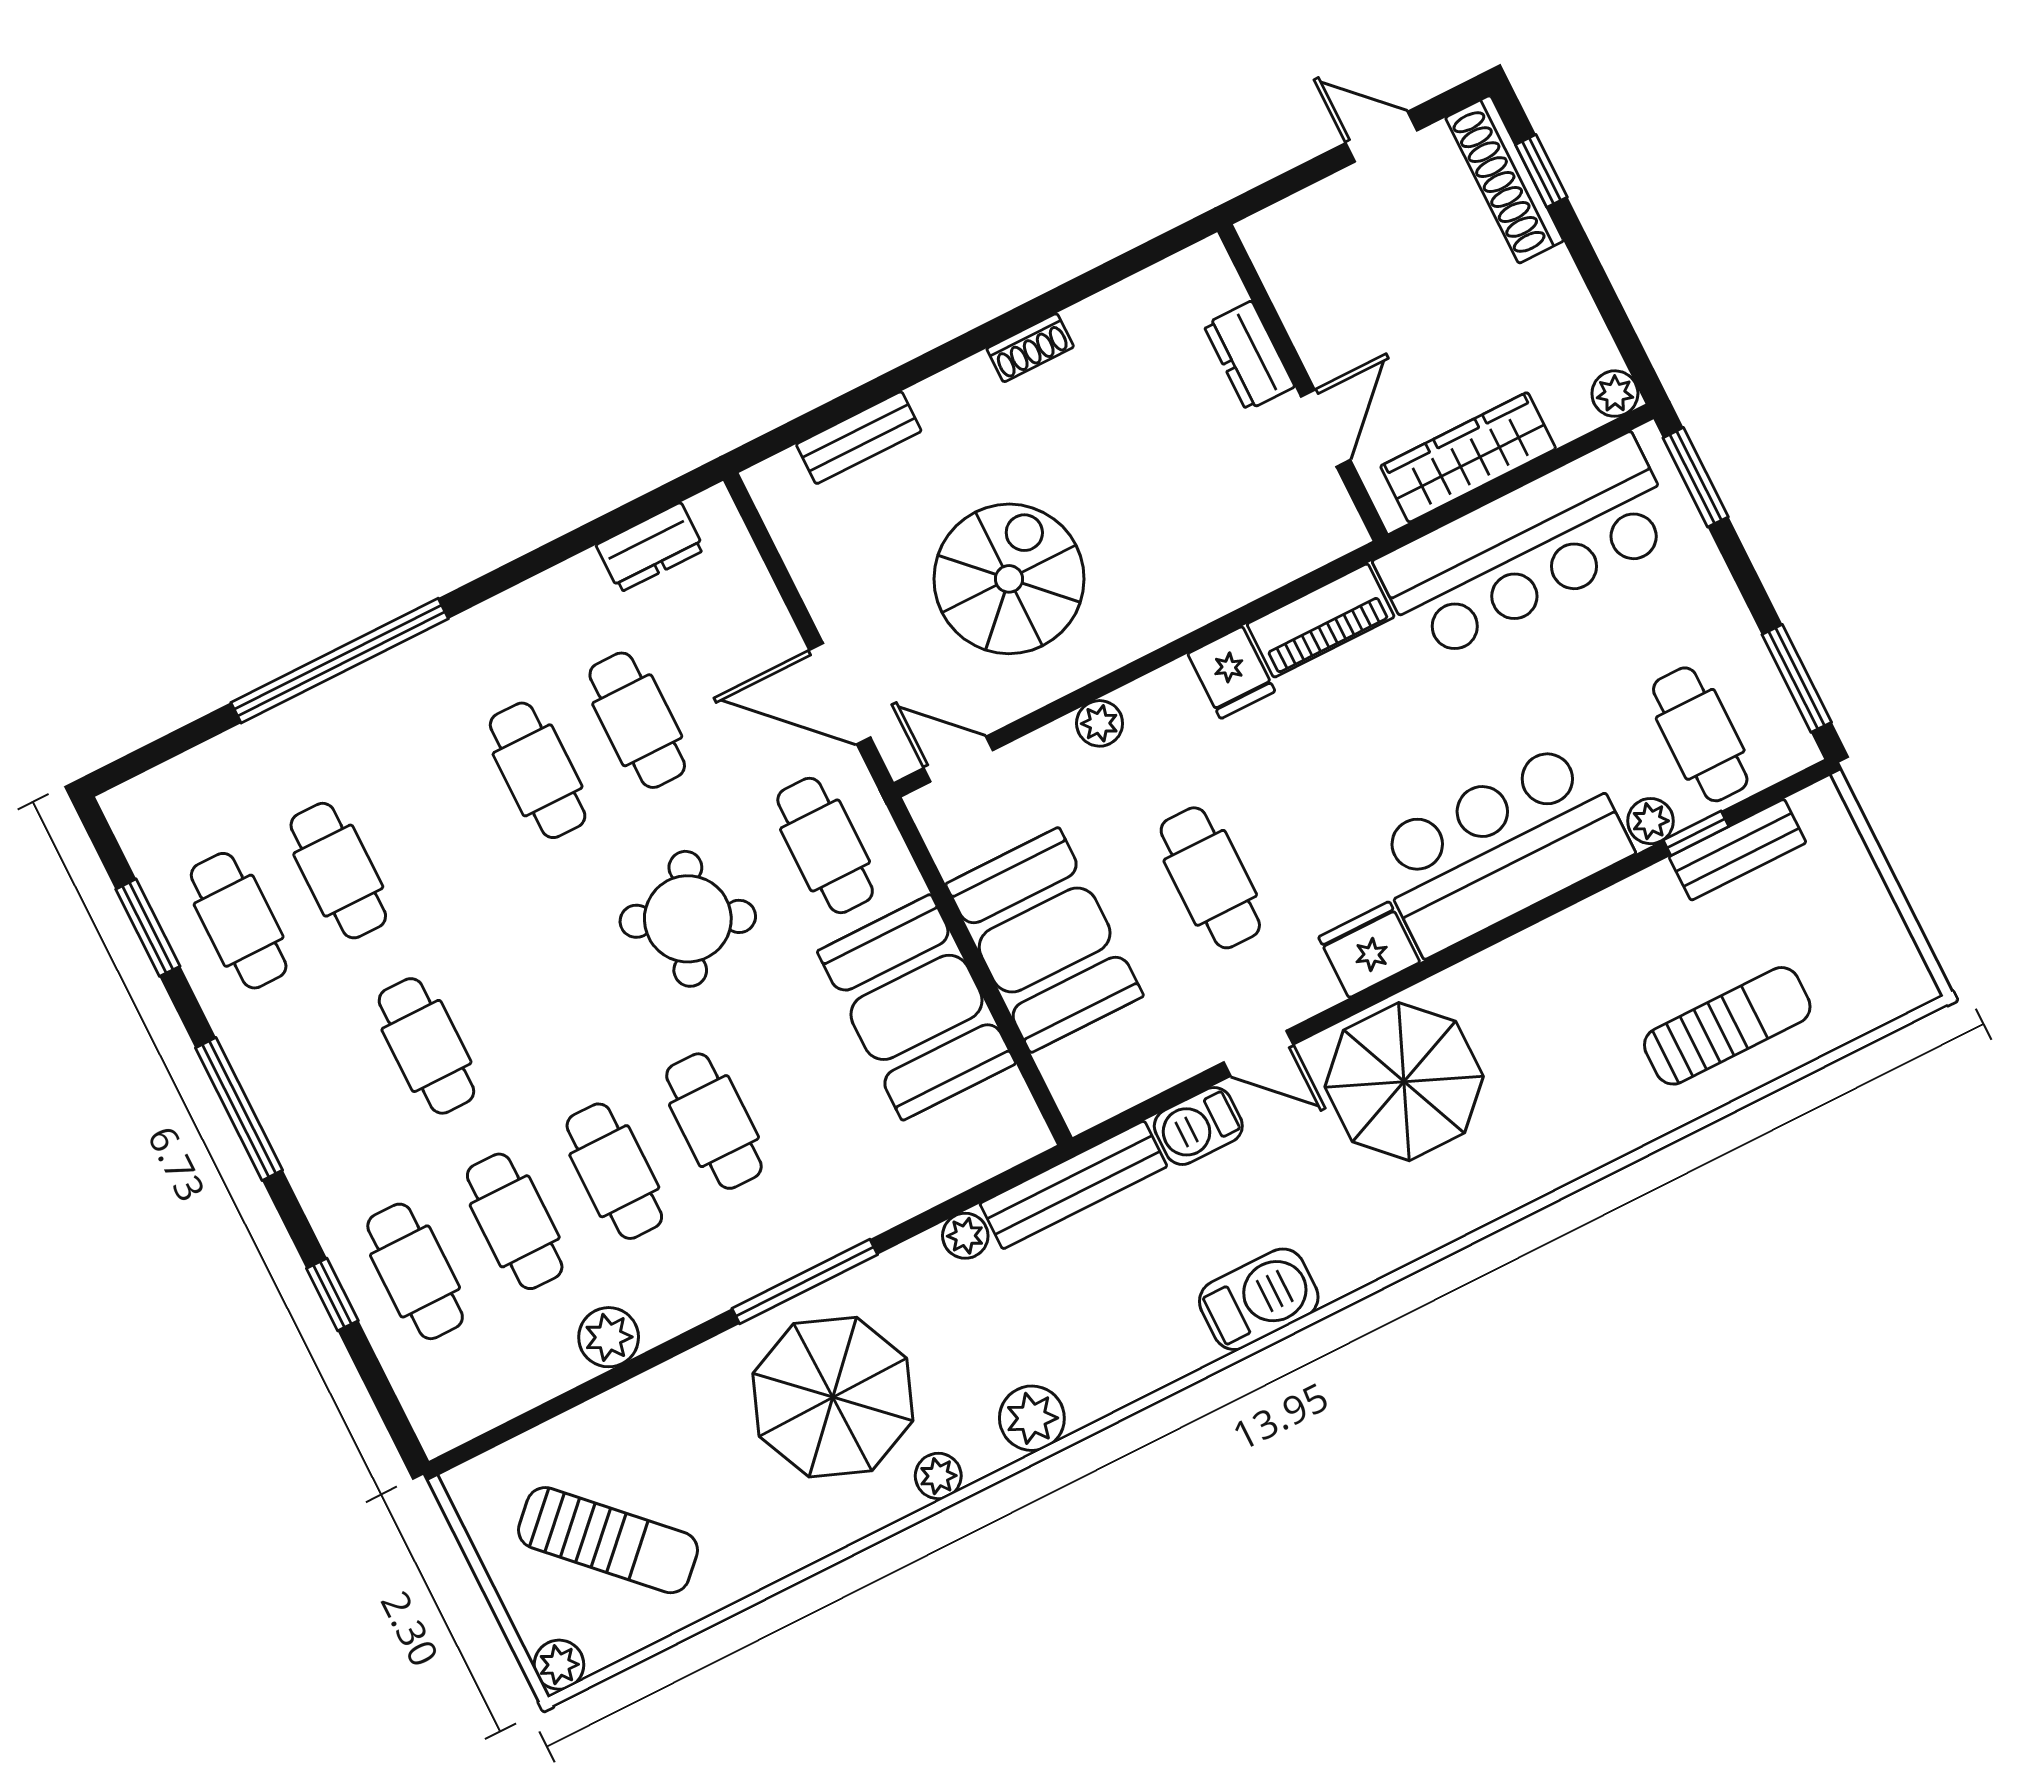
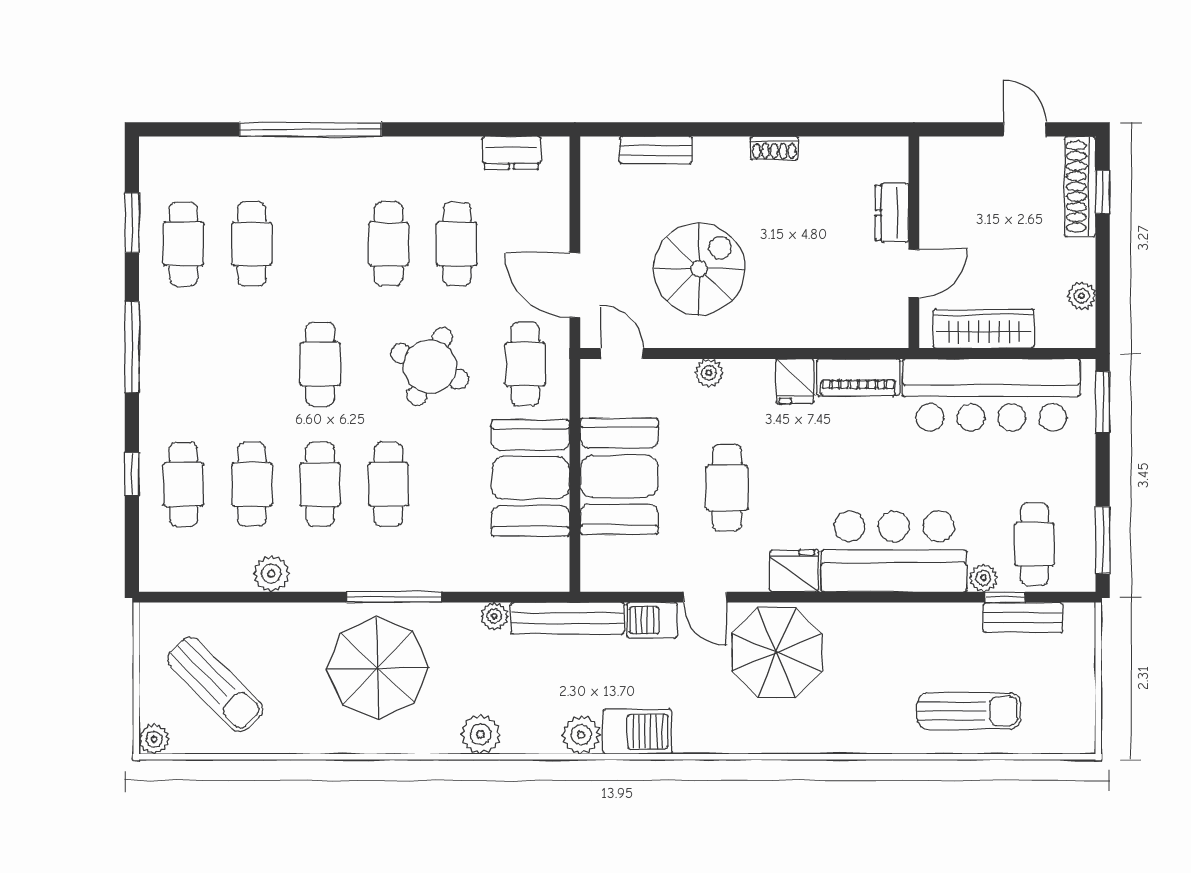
plant: (1615, 394) -> (1082, 296), moved
cafe table: (426, 1046) -> (320, 364), moved
plant: (938, 1476) -> (581, 735), moved, width x1.38, depth x1.38

